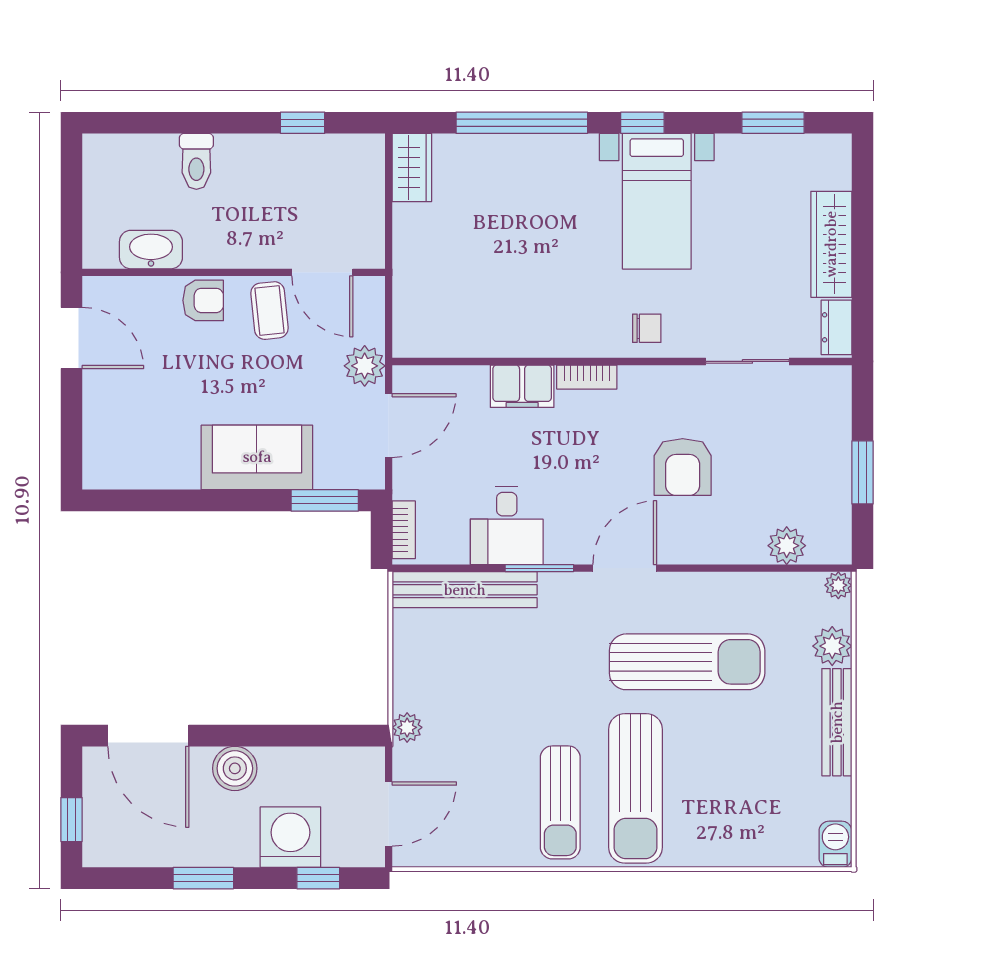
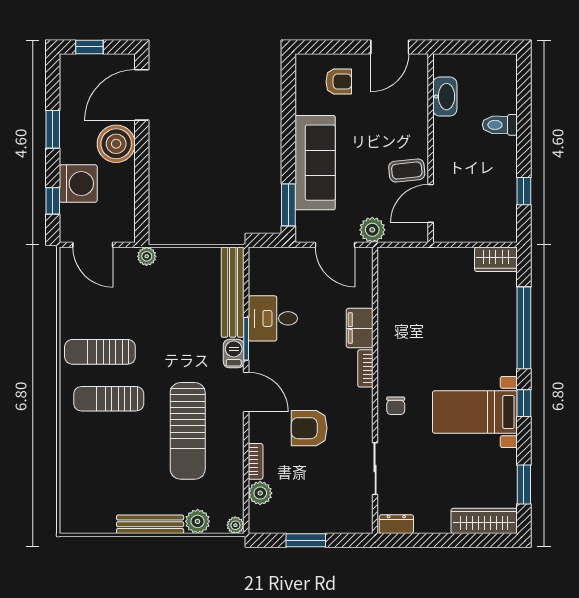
wardrobe: (831, 244) -> (484, 521), moved
armchair: (203, 300) -> (339, 82), moved, turned -90
sofa: (257, 457) -> (315, 163), width x1.36
bookcase: (404, 530) -> (256, 461), moved, turned -90
boiler: (235, 768) -> (116, 144), width x1.37, depth x1.37
sun lounger: (636, 788) -> (109, 399), width x0.73, depth x0.75
barbecue: (835, 844) -> (234, 354), moved, turned -90

